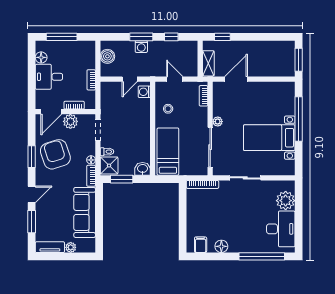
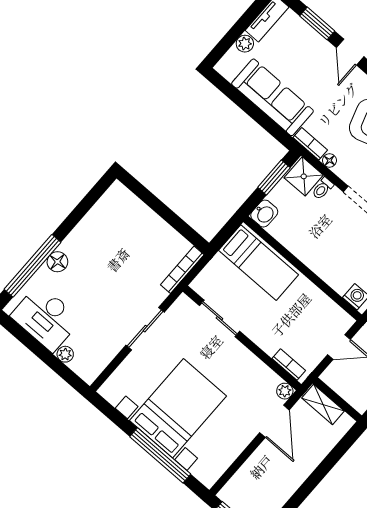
window: (222, 37) -> (340, 449), removed
stool: (168, 109) -> (310, 308), removed
plant: (218, 122) -> (285, 391), moved
bed with nightstands: (269, 138) -> (178, 408), width x1.36
sliding door: (210, 147) -> (219, 318), width x0.73
plant: (286, 201) -> (65, 354), width x0.53, depth x0.53
filing cabinet: (201, 245) -> (111, 204), removed
floor lamp: (221, 246) -> (57, 262), moved

